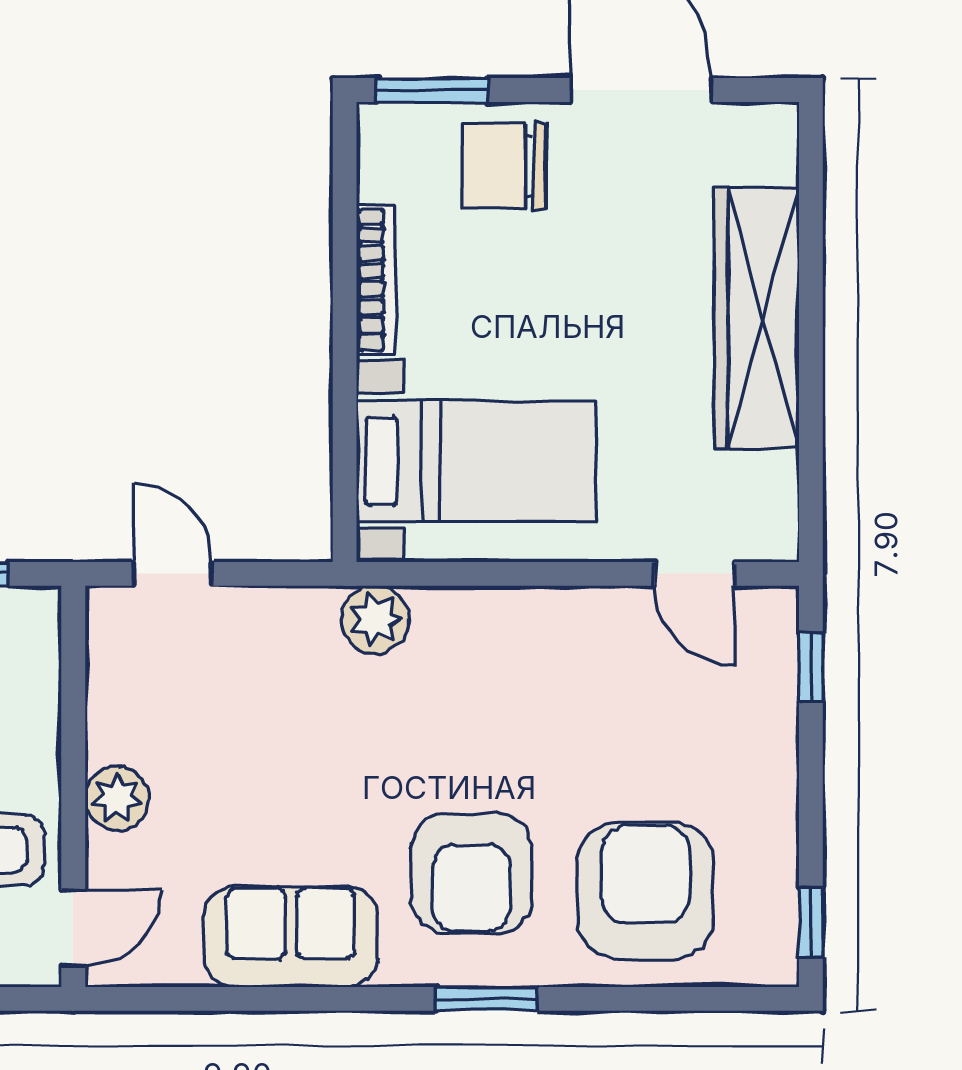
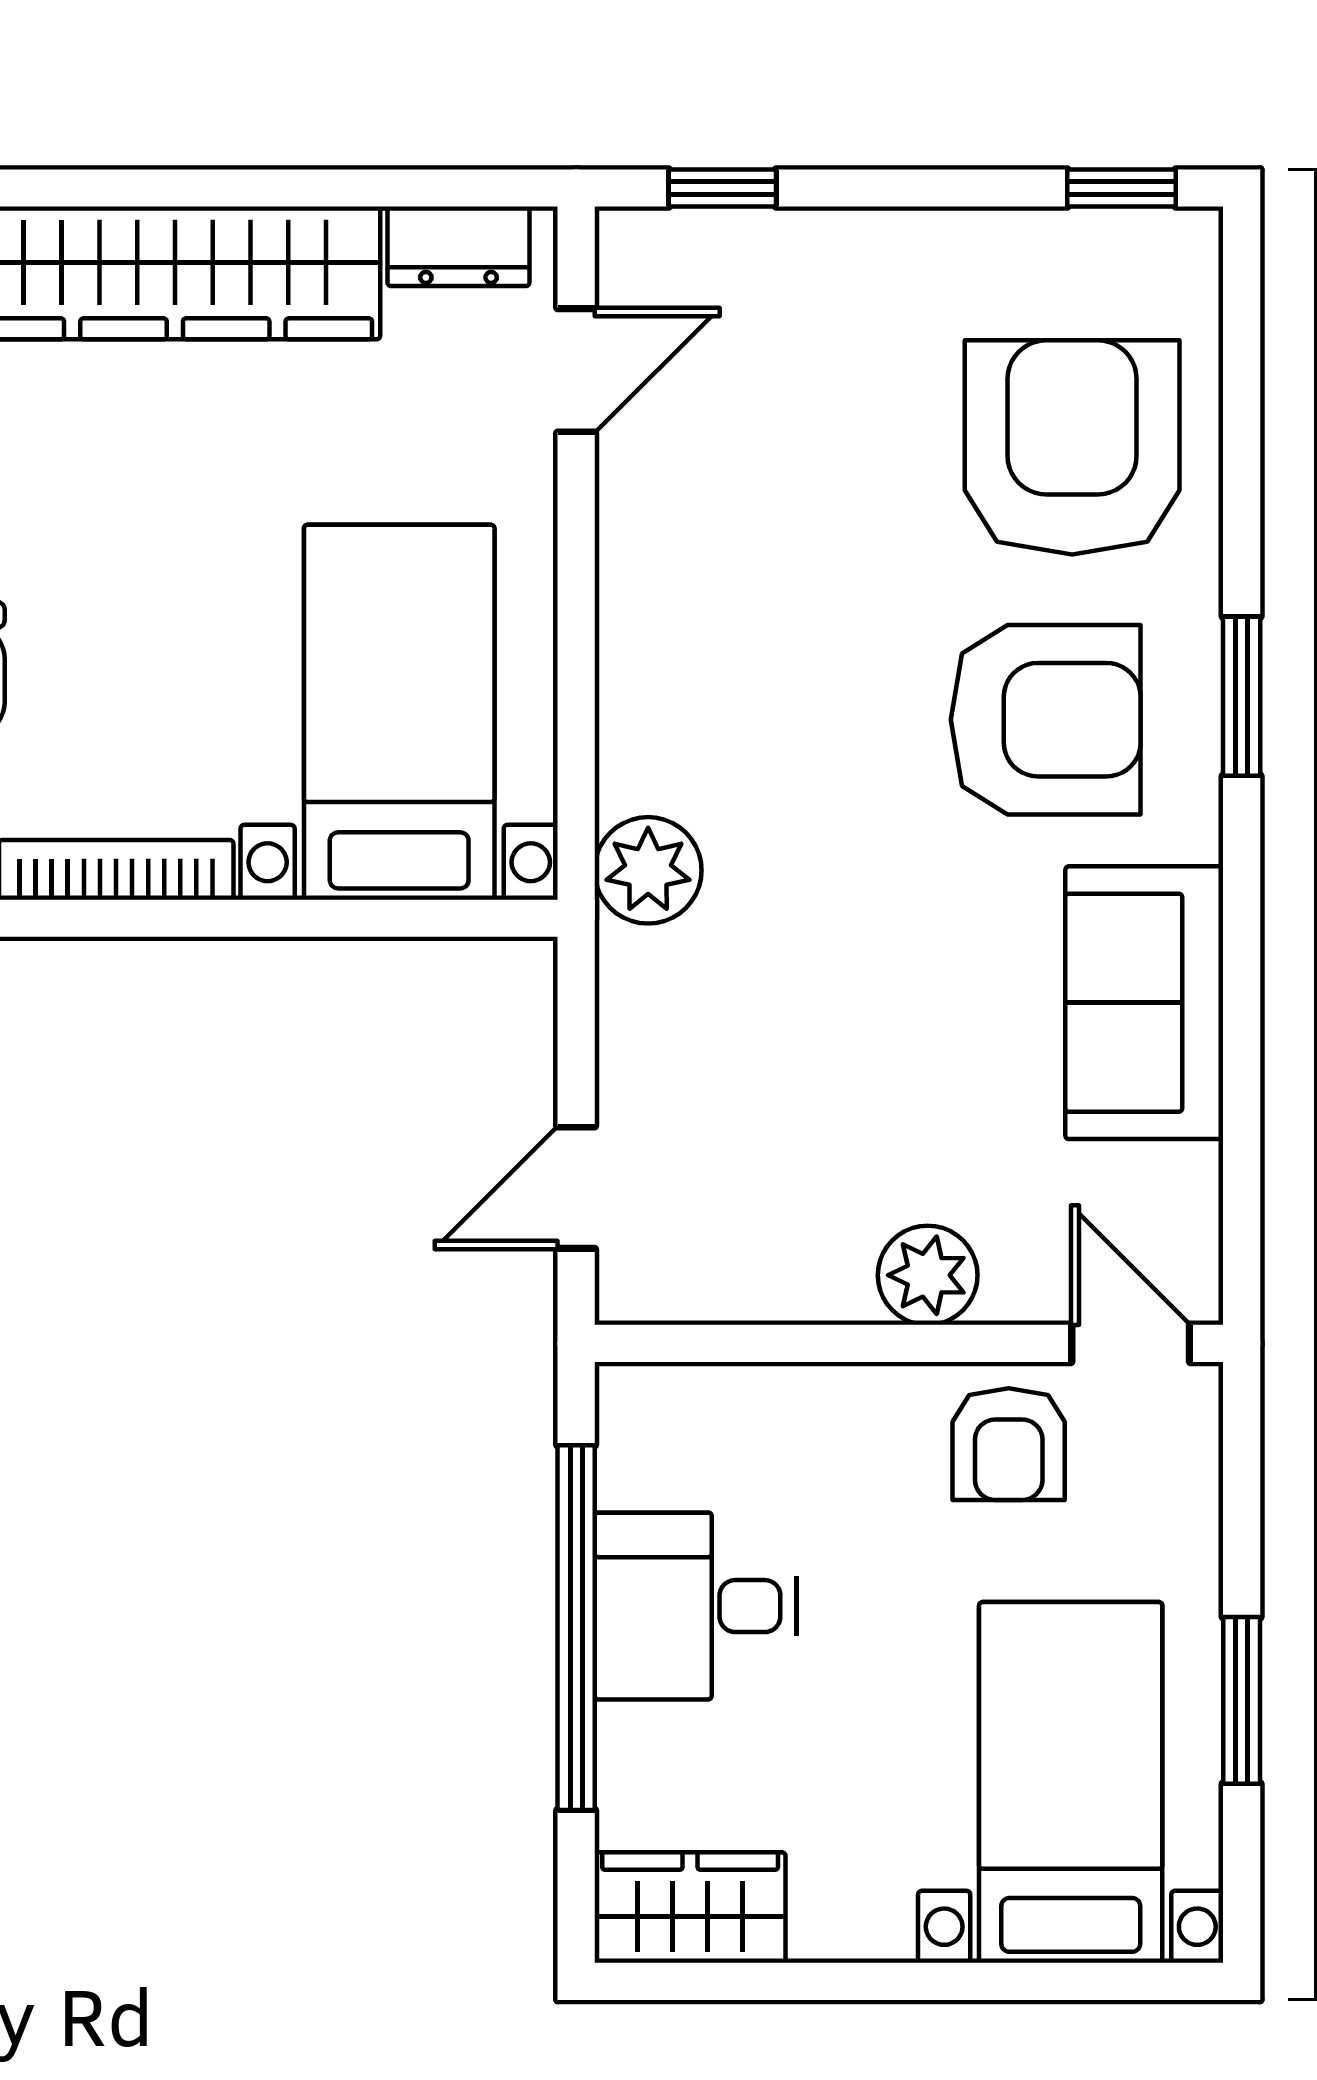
dresser: (774, 499) -> (458, 246), added
armchair: (645, 891) -> (1072, 447), turned 90

